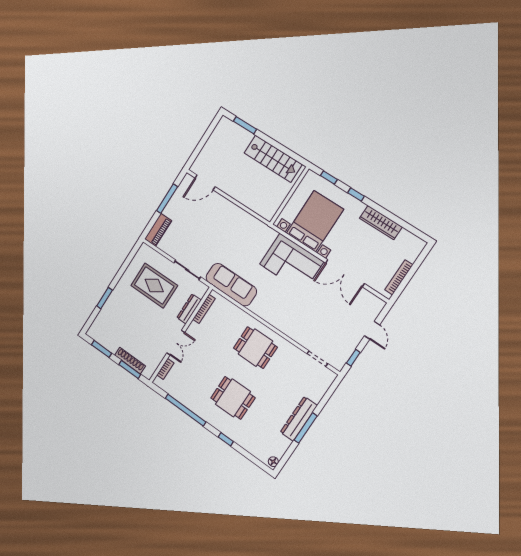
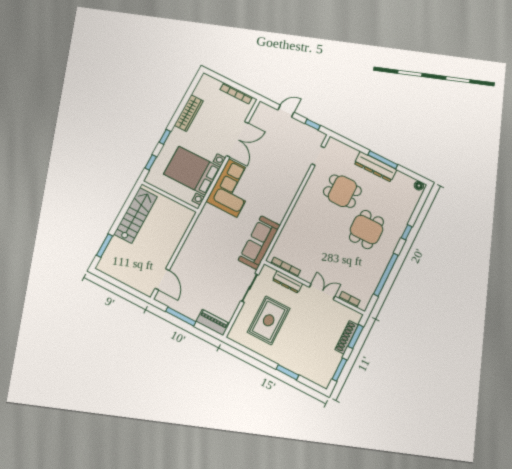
dining table: (255, 348) -> (342, 191), moved, turned 90

